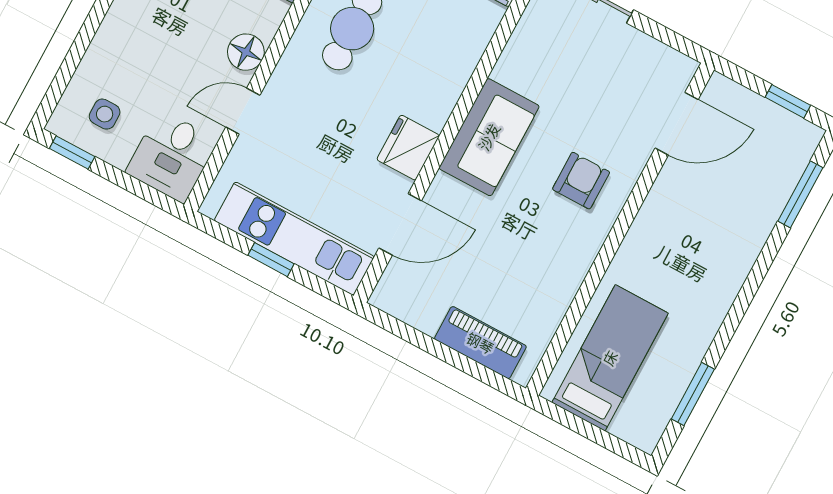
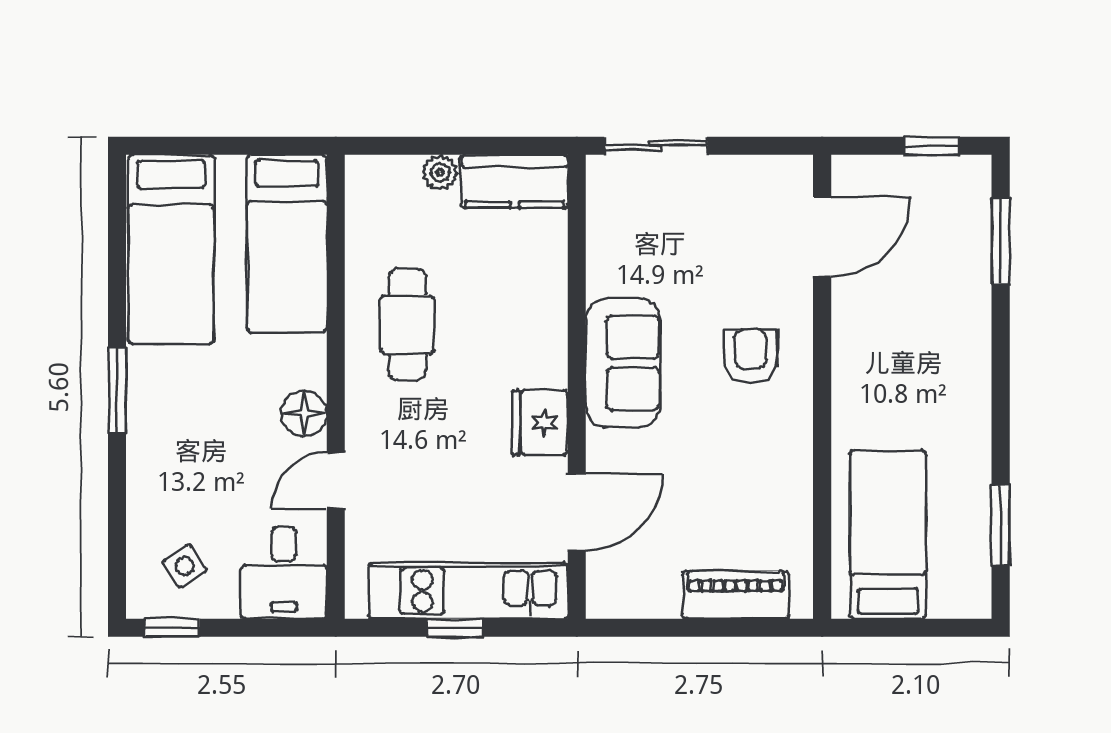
side table: (105, 114) -> (185, 566), turned -34

